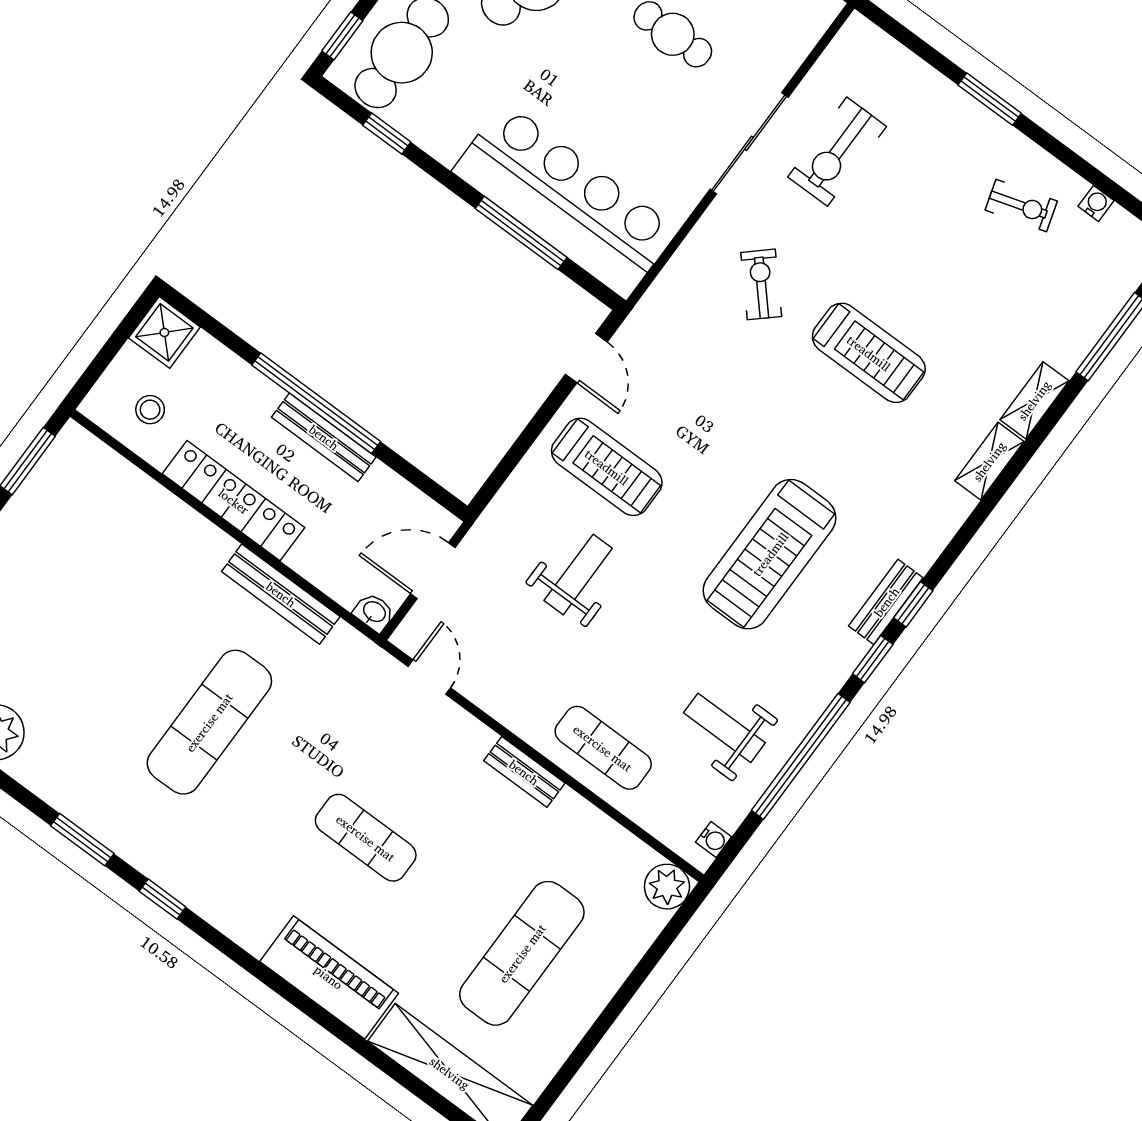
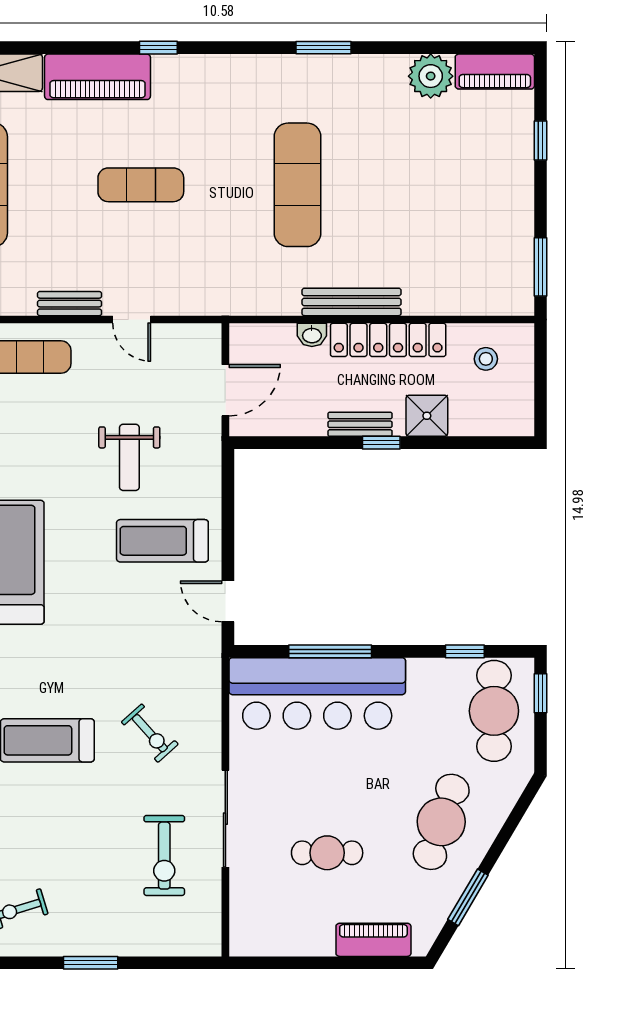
exercise bike: (837, 152) -> (164, 856), turned 180
shower: (164, 332) -> (427, 416), moved
window: (316, 403) -> (381, 443), width x0.32
bench: (324, 437) -> (360, 424), width x0.73
bench: (281, 594) -> (352, 302), moved
washbasin: (374, 612) -> (312, 335), moved
door: (429, 677) -> (132, 319), moved
window: (163, 899) -> (158, 48), moved

